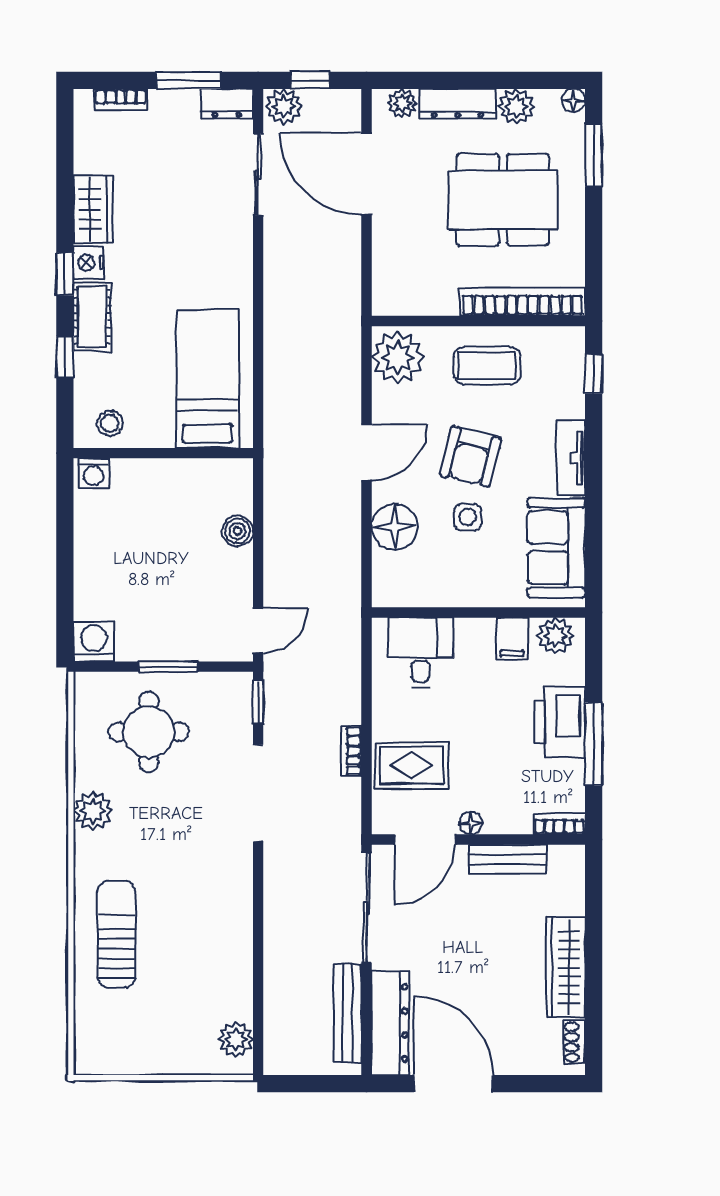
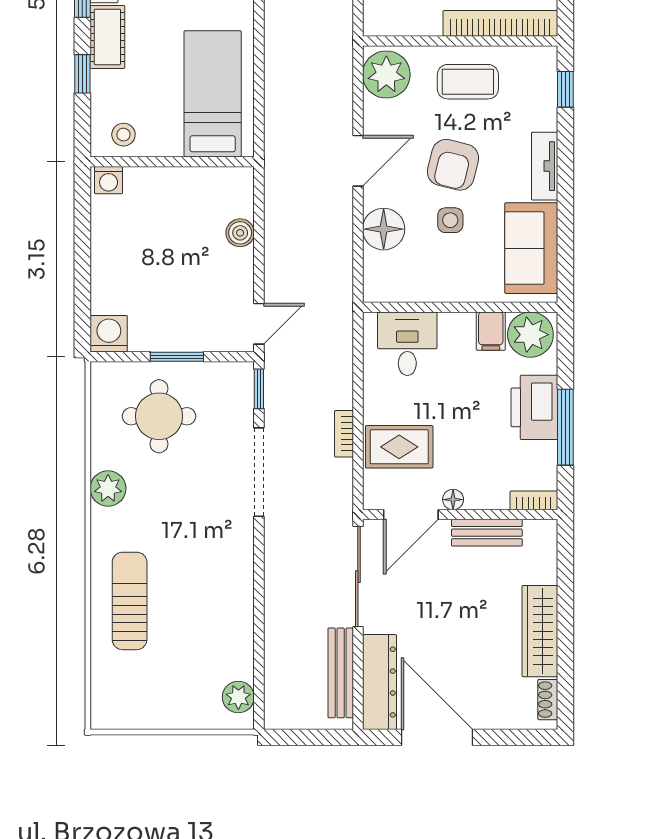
plant: (556, 636) -> (530, 335), width x1.36, depth x1.36

